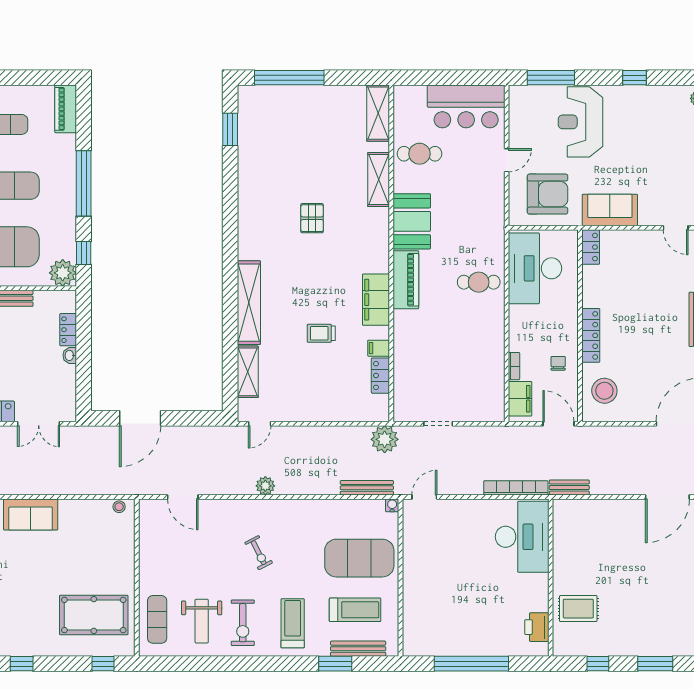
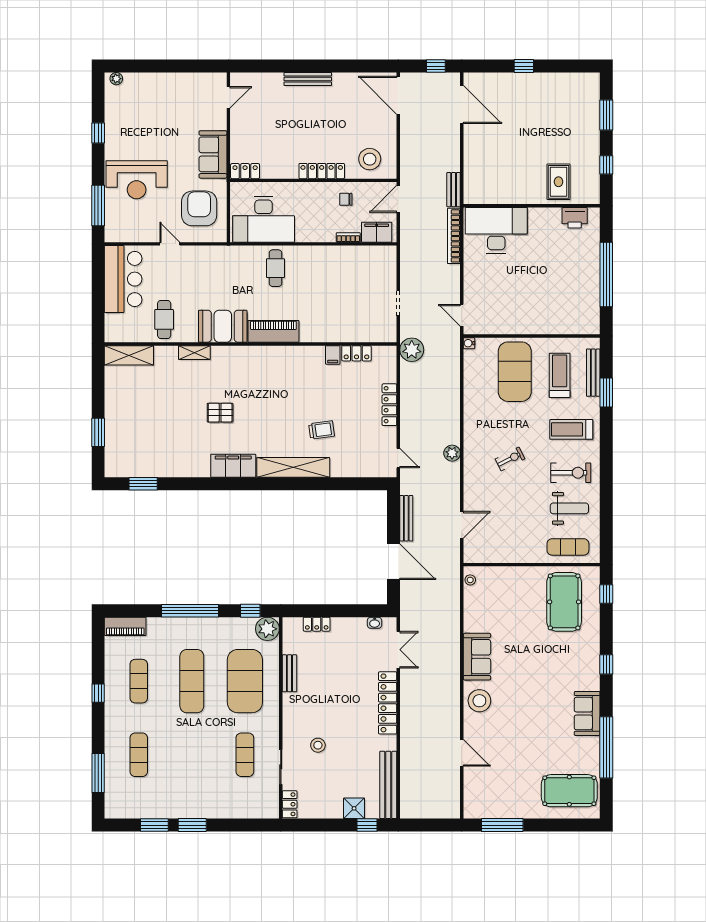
window: (289, 78) -> (98, 432), width x0.47
shelving: (379, 180) -> (194, 353), width x0.67, depth x0.75
filing cabinet: (376, 300) -> (233, 466), moved, turned 180
trolley: (321, 333) -> (322, 430), moved, turned -98
washbasin: (70, 355) -> (375, 623), moved
shelving: (248, 372) -> (353, 468), removed
locker: (321, 414) -> (389, 405), added
bench: (367, 488) -> (406, 518), moved

